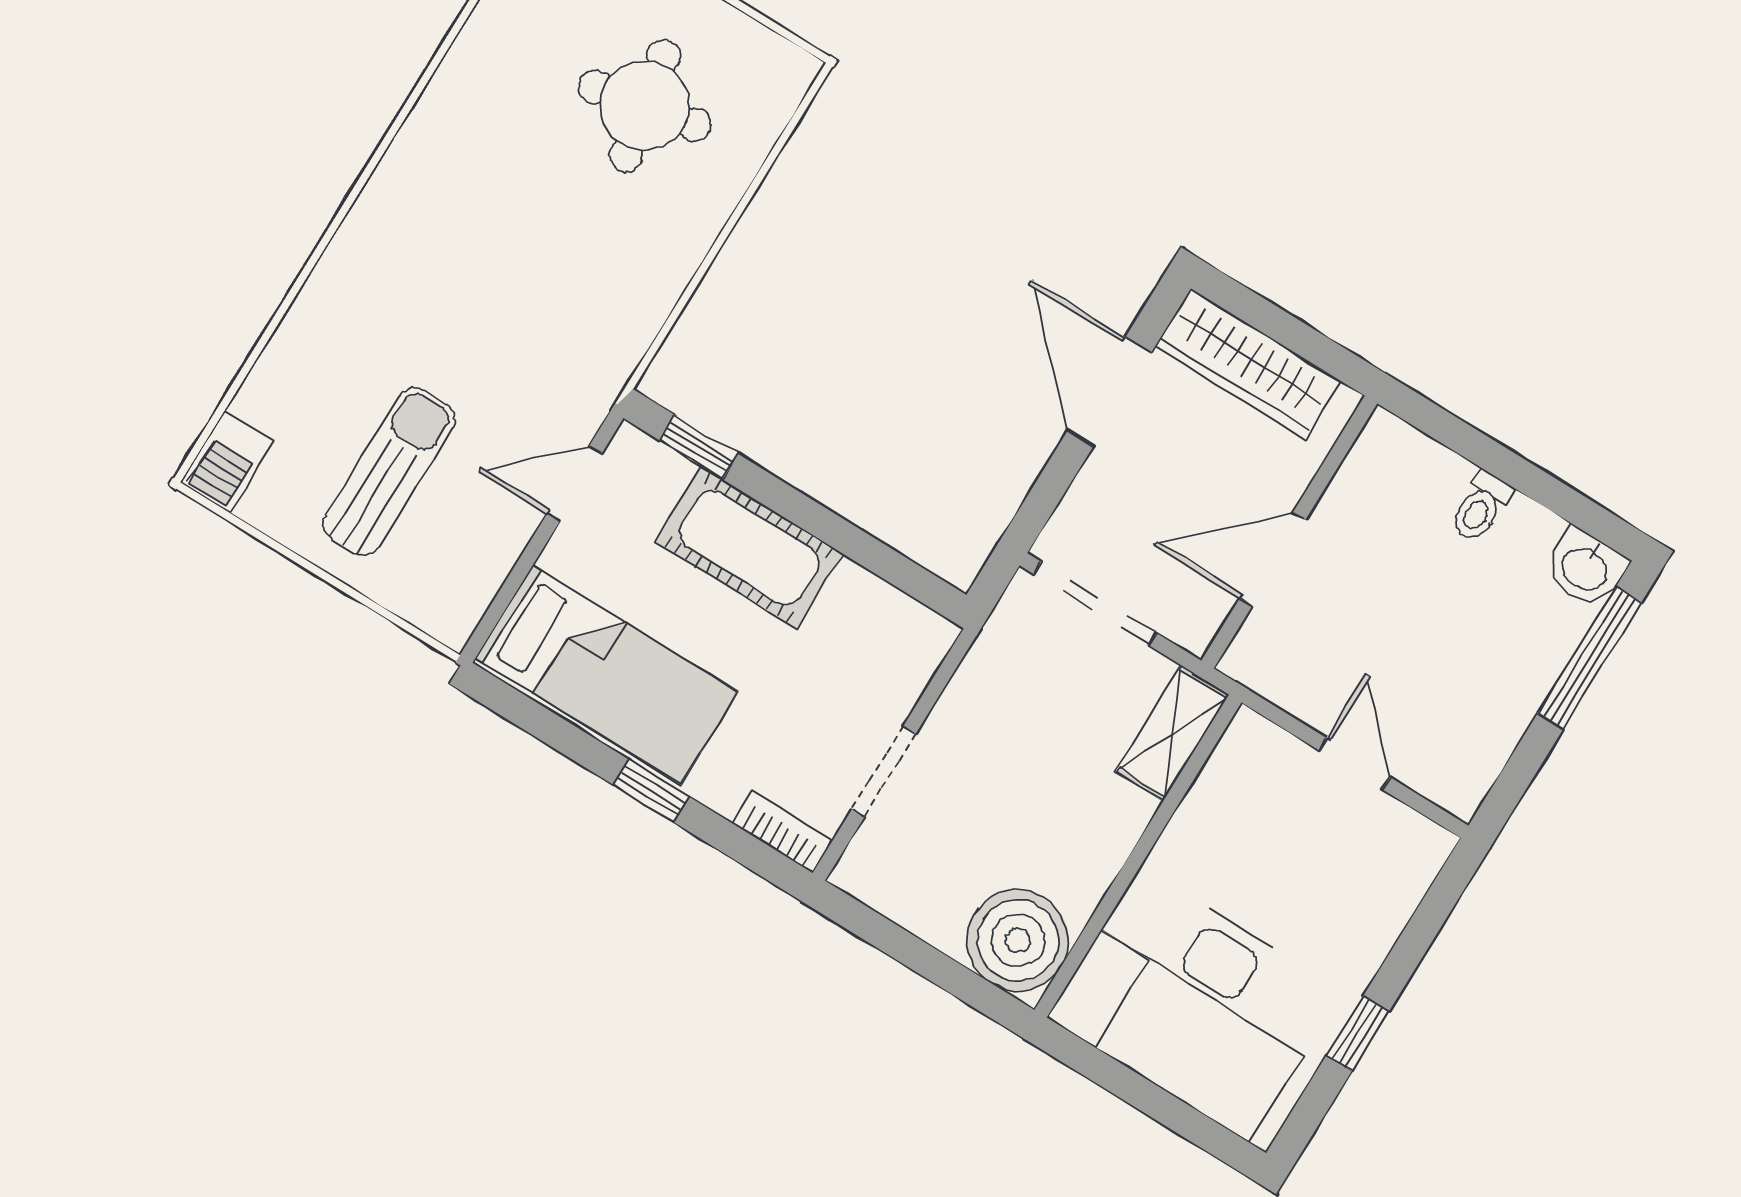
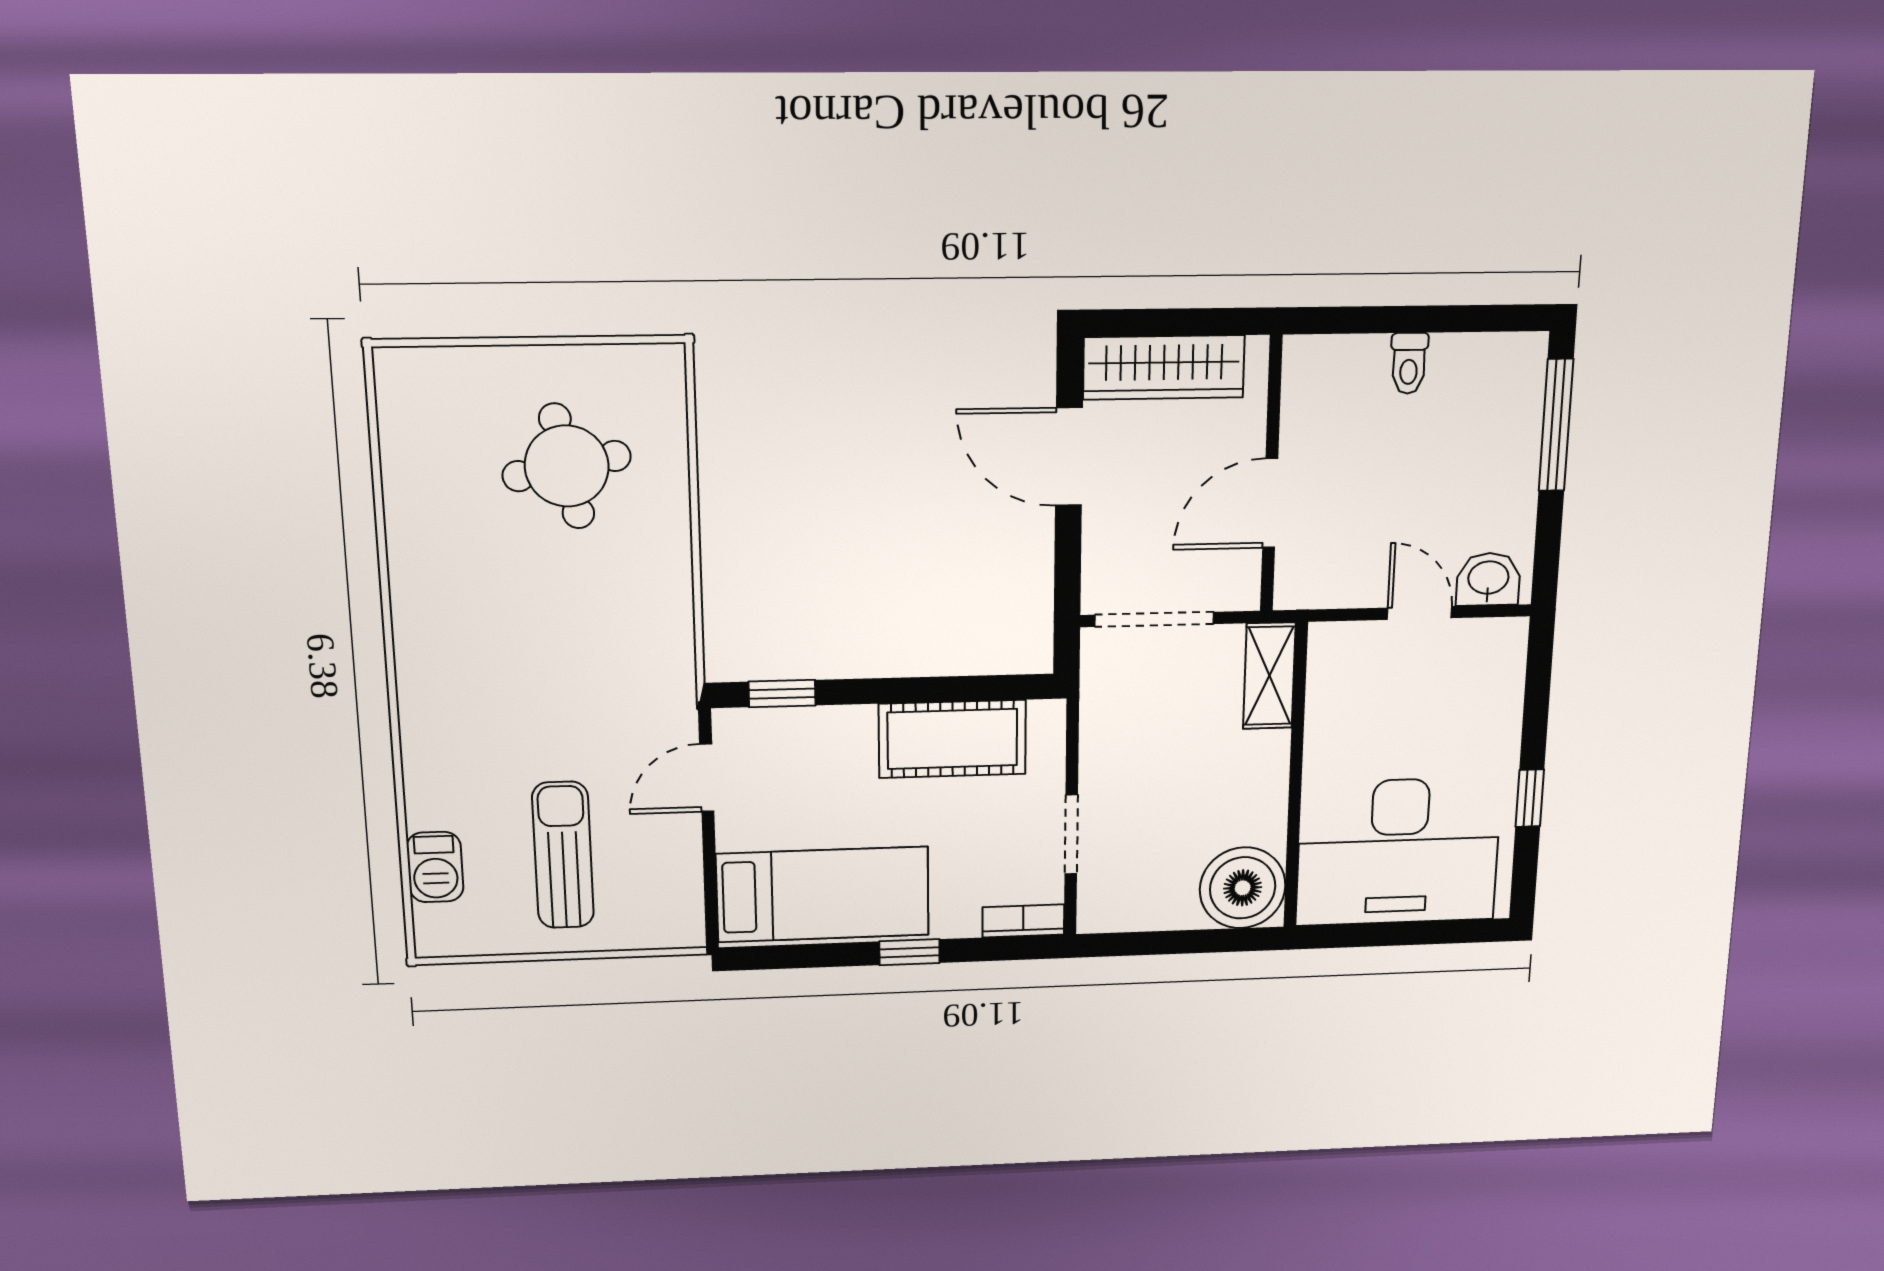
barbecue: (227, 462) -> (435, 867), moved
cot: (749, 548) -> (952, 739), moved
washbasin: (1585, 568) -> (1488, 579), moved, turned 180

